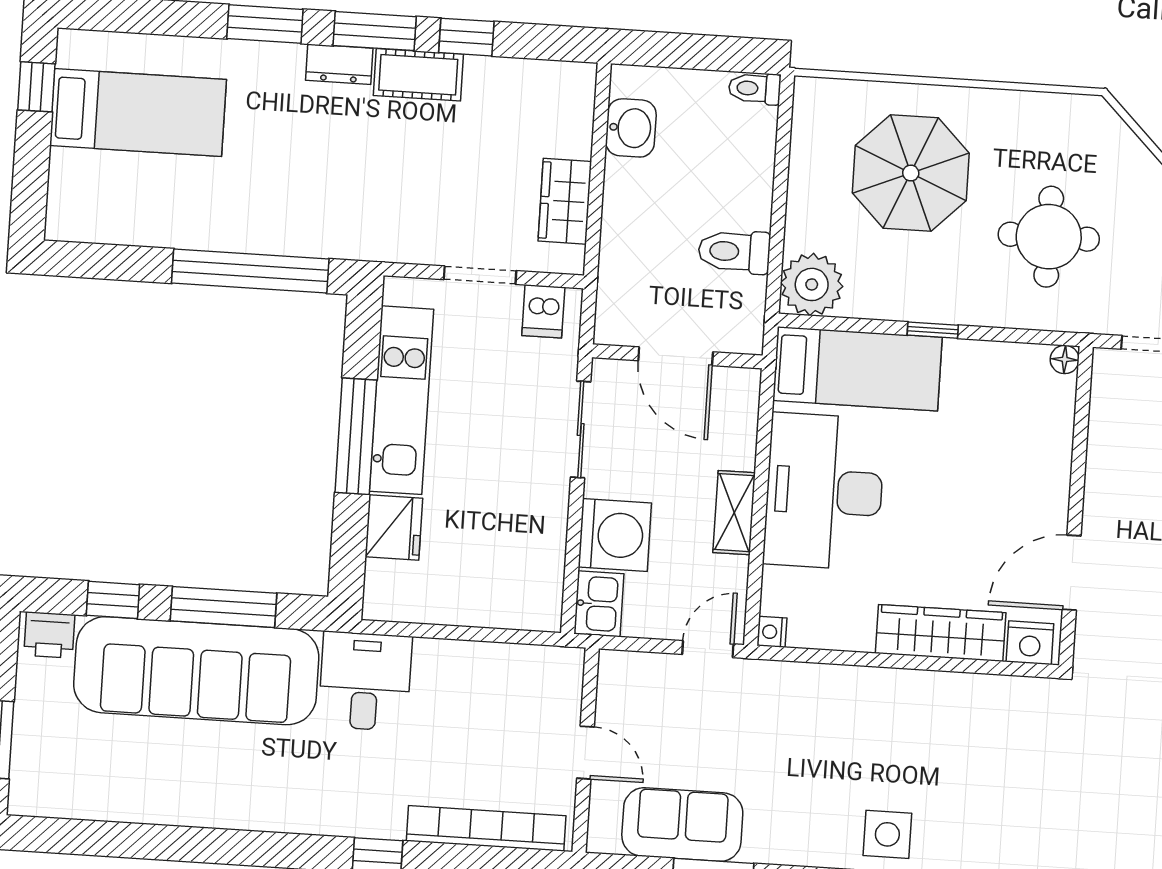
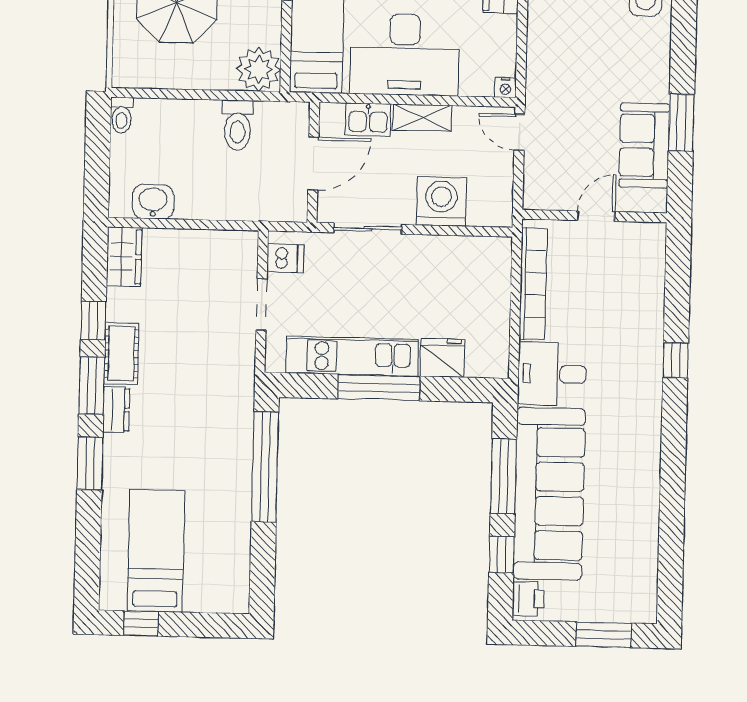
wardrobe: (565, 201) -> (124, 257), moved, turned -90
kitchen sink: (599, 604) -> (368, 120), moved, turned 180
bookcase: (486, 828) -> (533, 284), moved, turned 180

